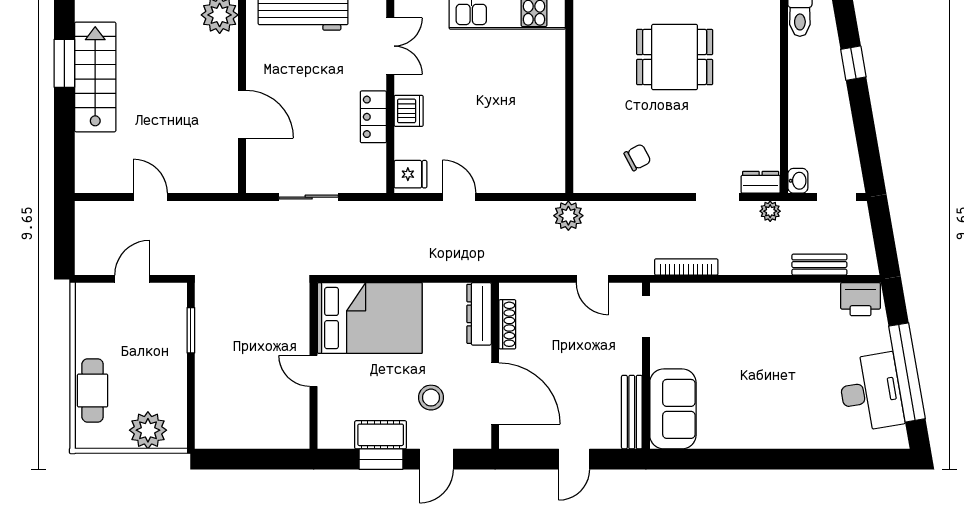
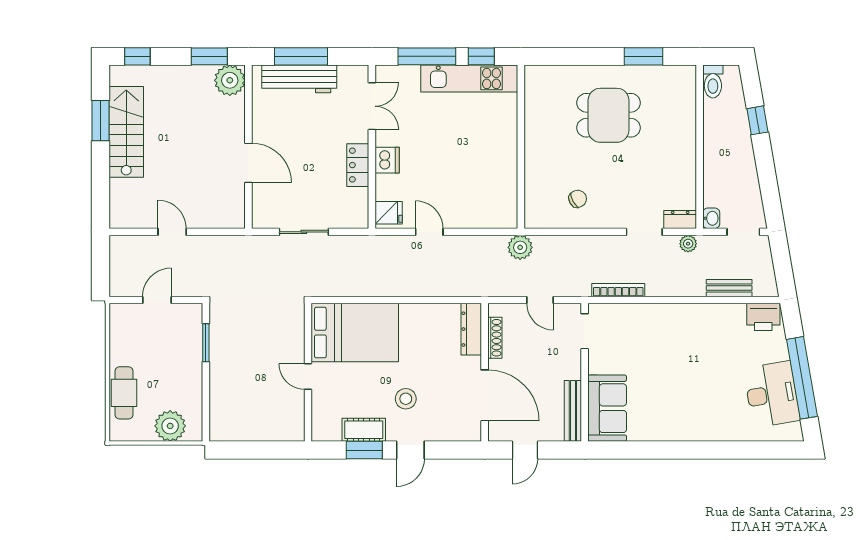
dresser: (479, 314) -> (471, 329), moved
shoe rack: (507, 324) -> (495, 338), moved
wall: (495, 366) -> (485, 372), moved
door: (495, 393) -> (485, 395), moved

